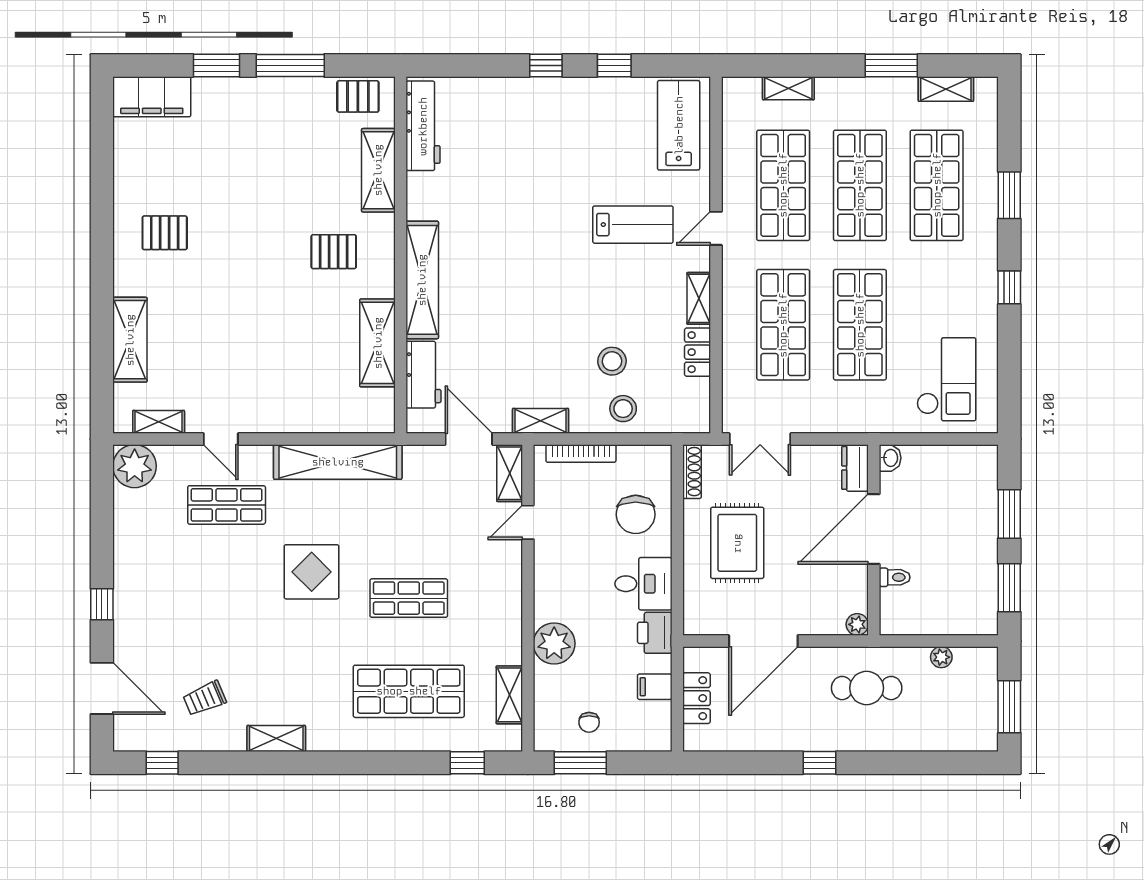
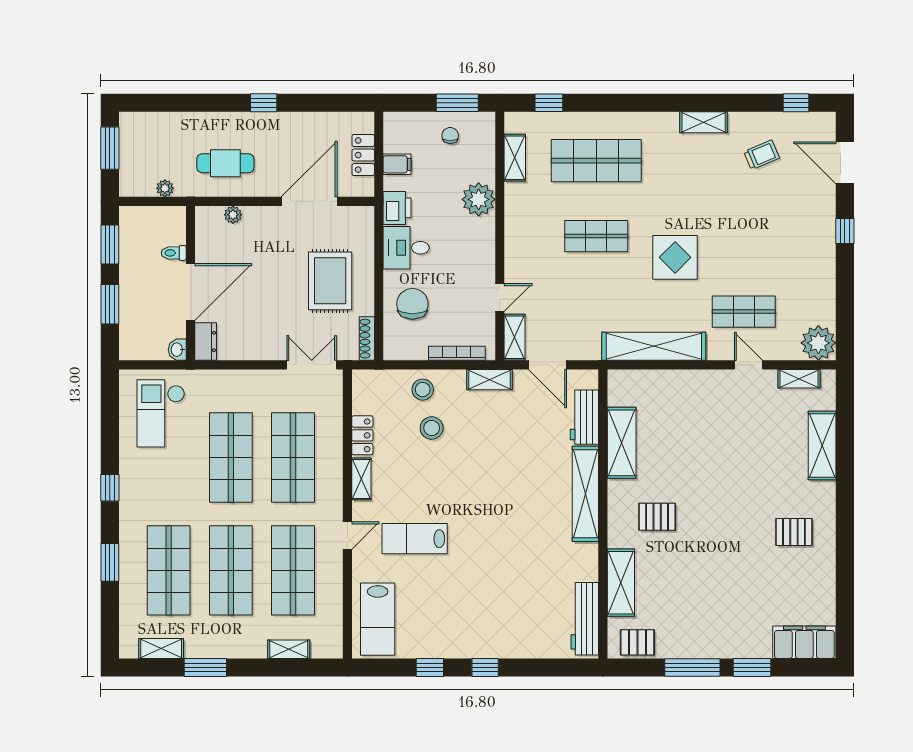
washbasin: (890, 458) -> (177, 350), moved
dresser: (855, 468) -> (206, 342), moved
door: (874, 529) -> (190, 292), moved
wall: (874, 540) -> (190, 283), moved
toilet: (895, 577) -> (174, 253), moved

